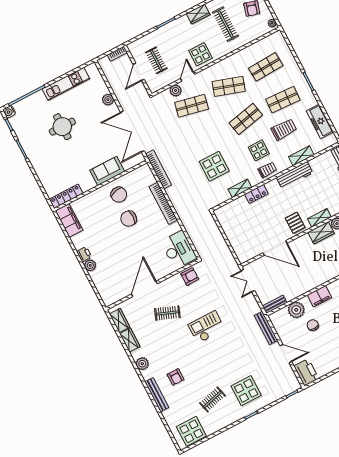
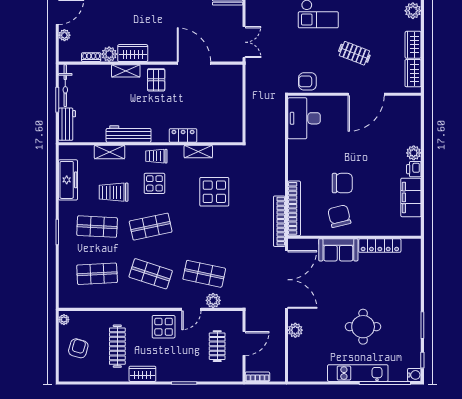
kitchen unit: (66, 84) -> (358, 373), moved
locker: (66, 196) -> (380, 246), moved
bookcase: (163, 203) -> (294, 208), moved
filing cabinet: (69, 220) -> (411, 197), moved

